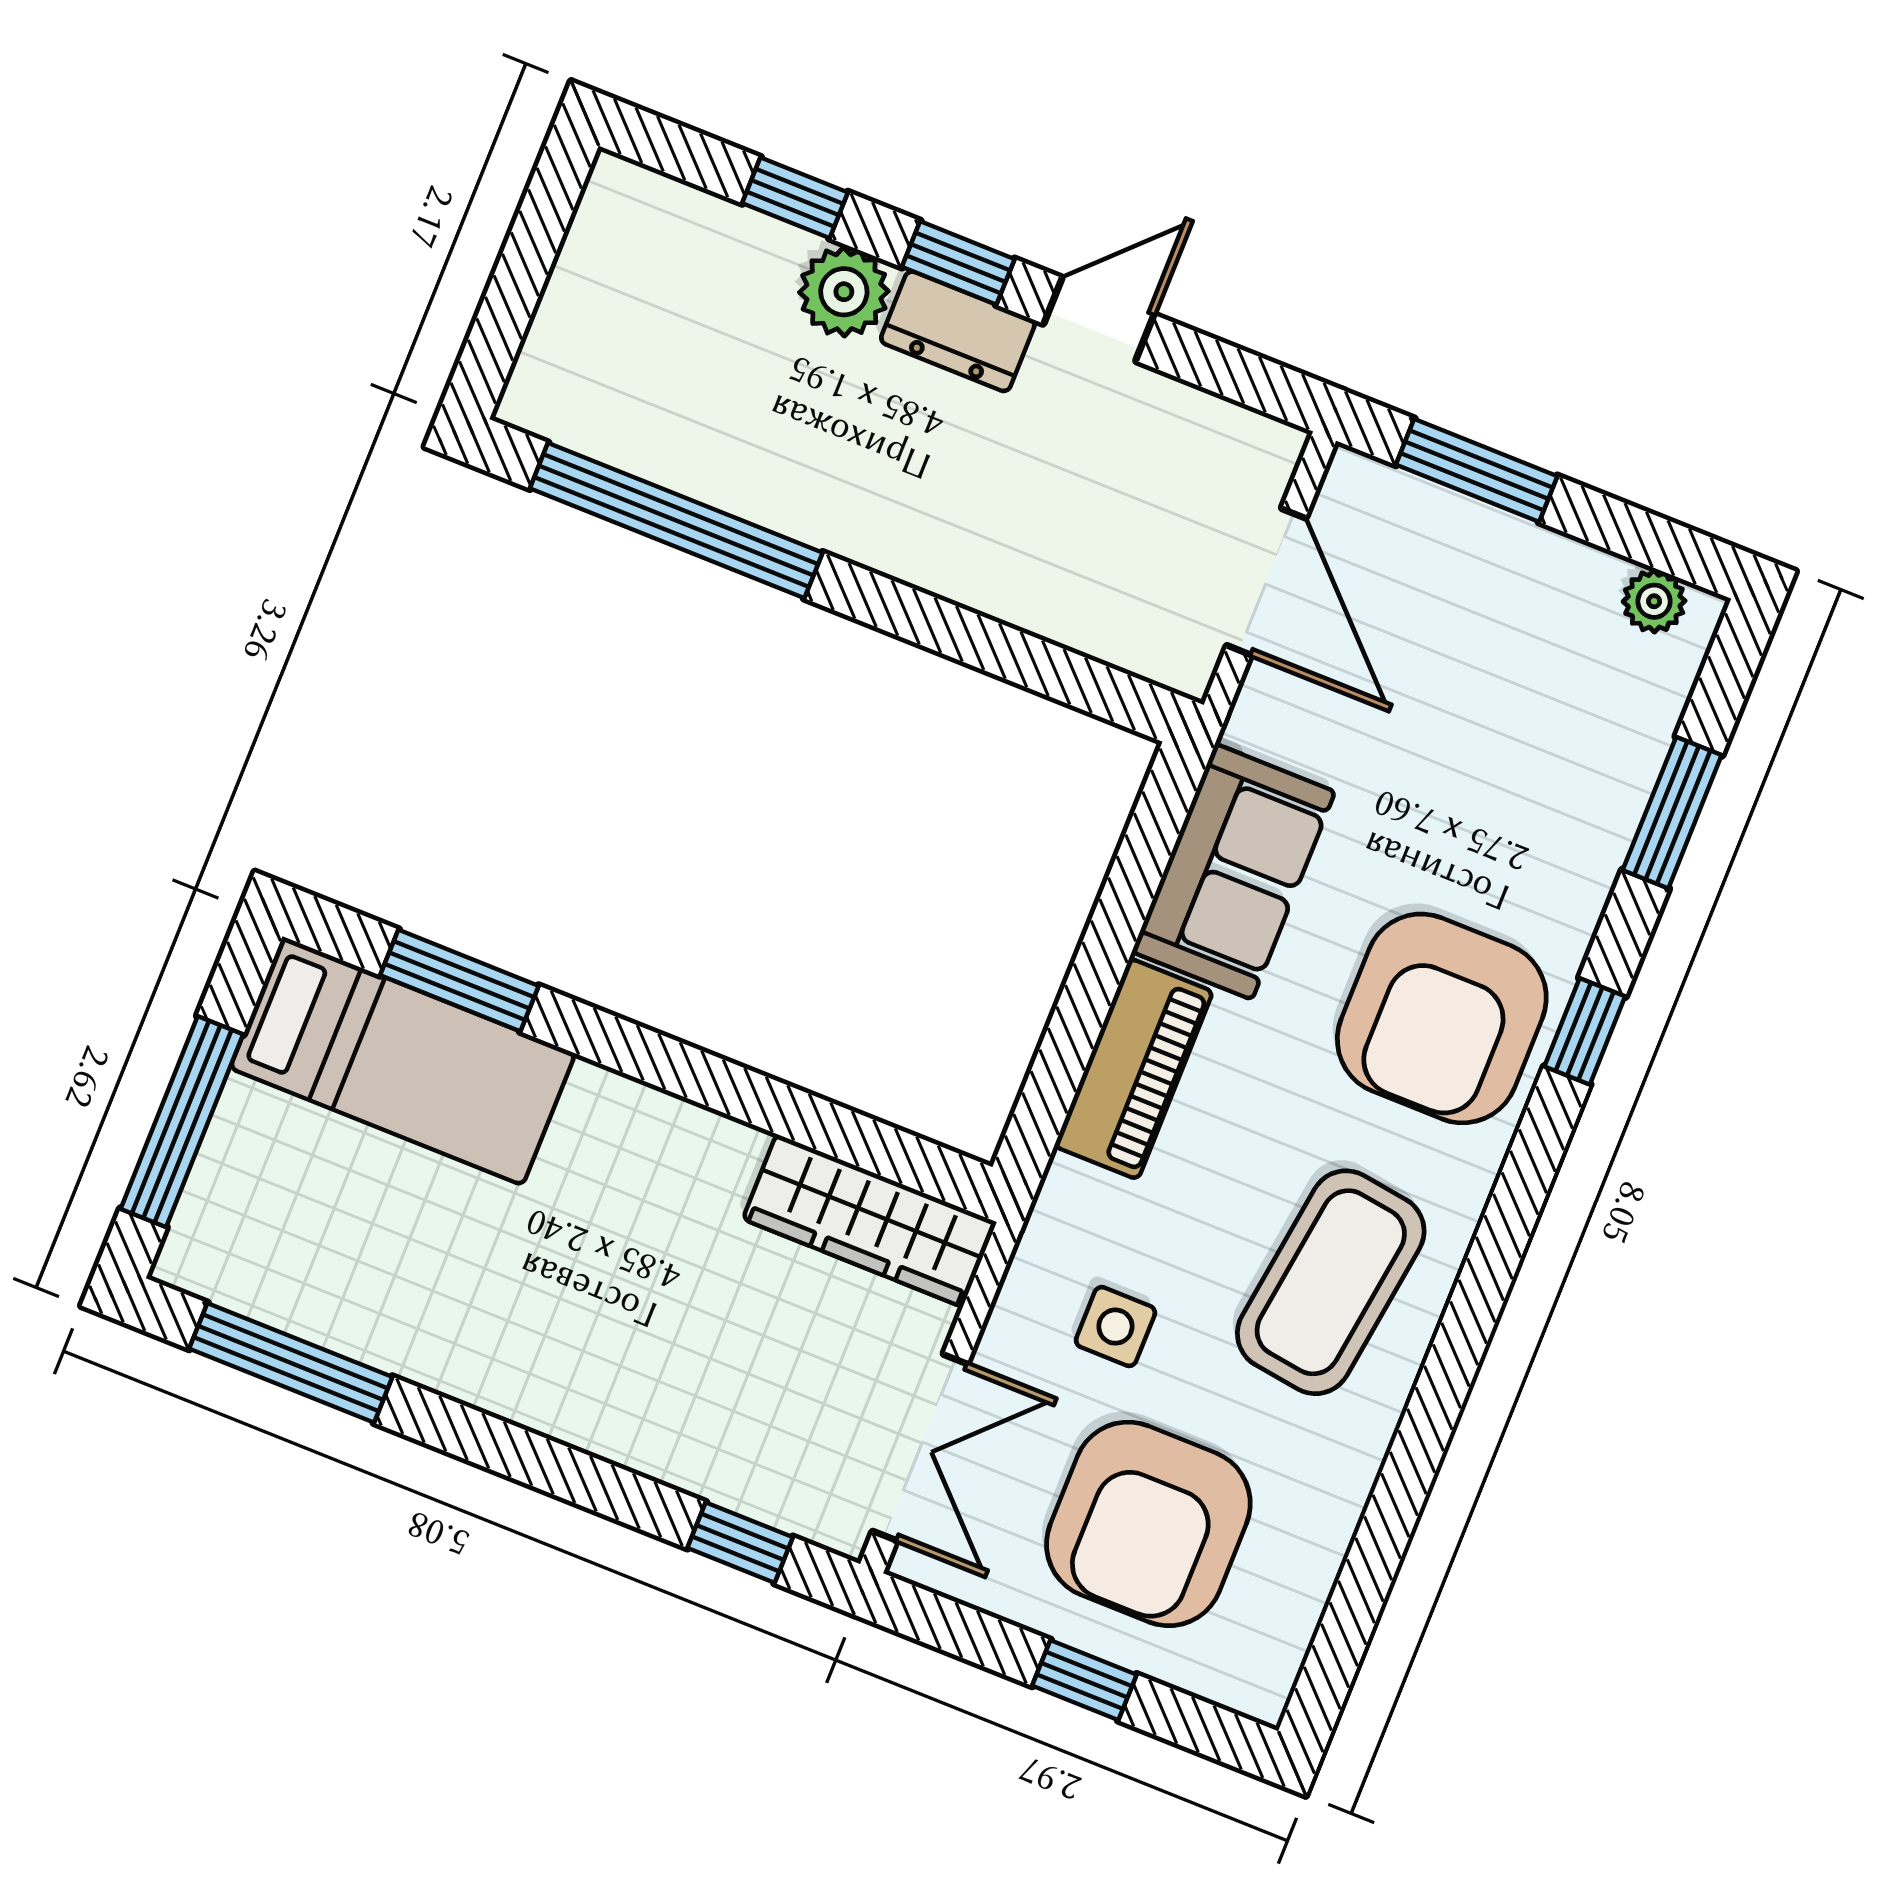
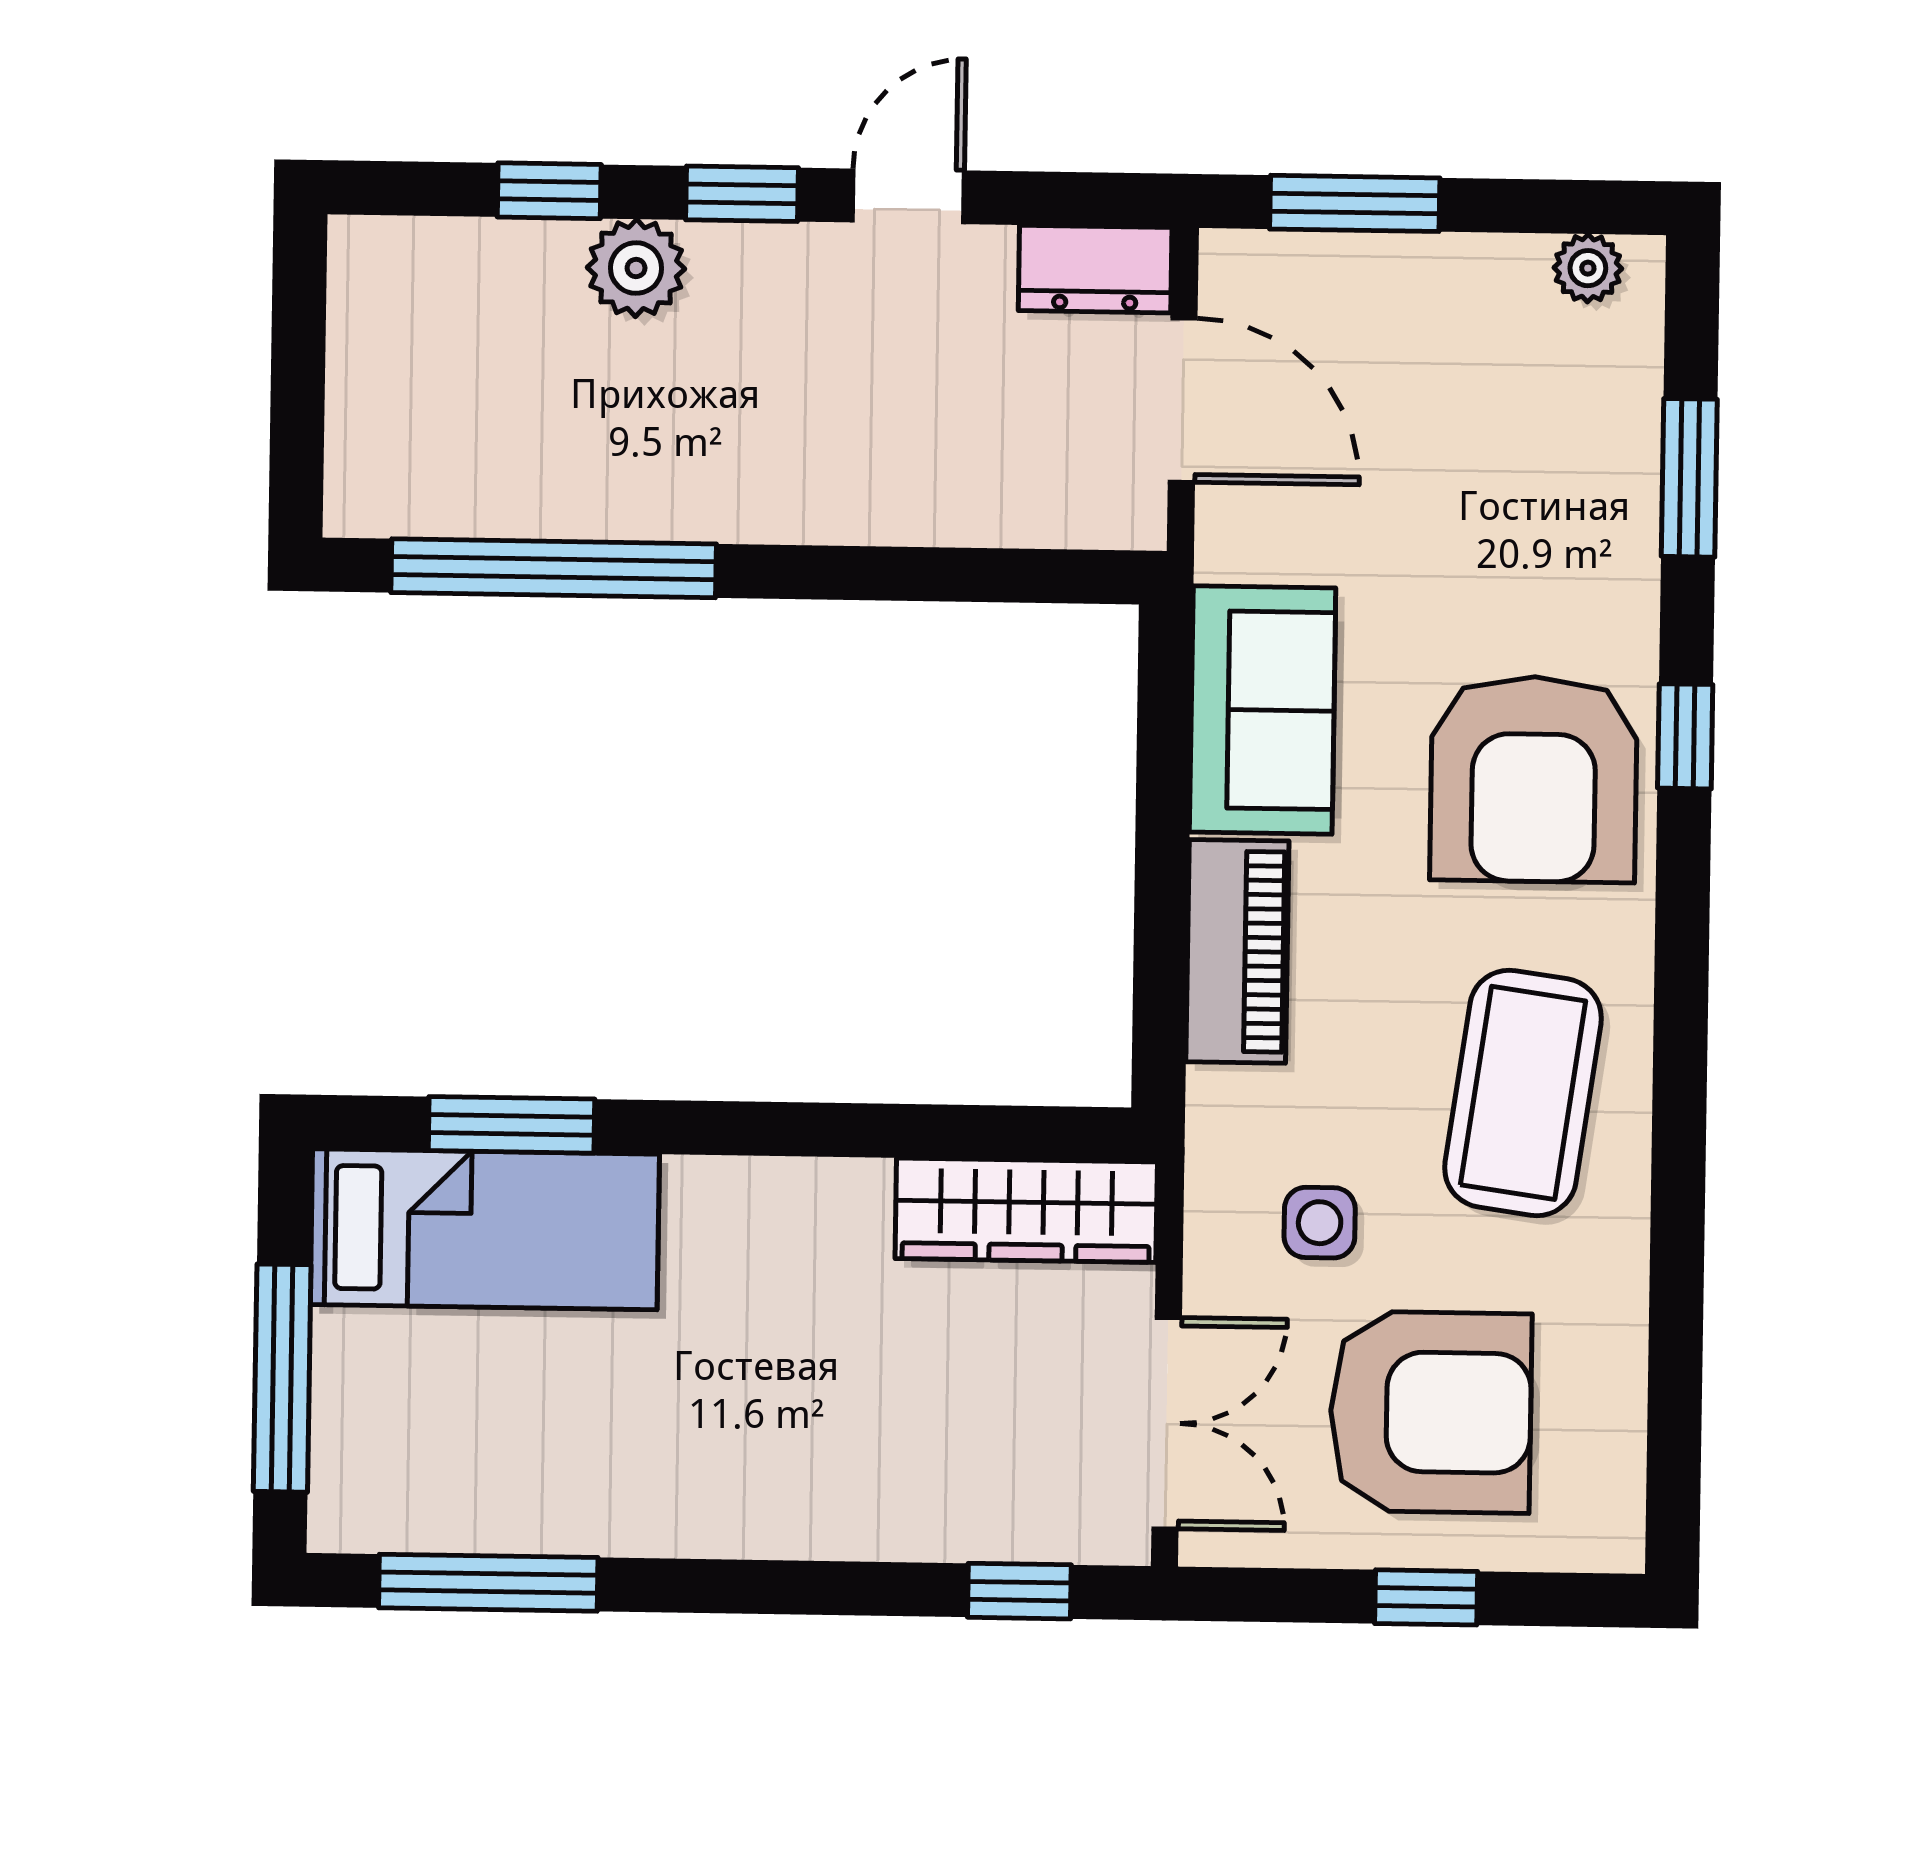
dresser: (958, 331) -> (1095, 269), moved
armchair: (1148, 1524) -> (1431, 1412), turned -90

